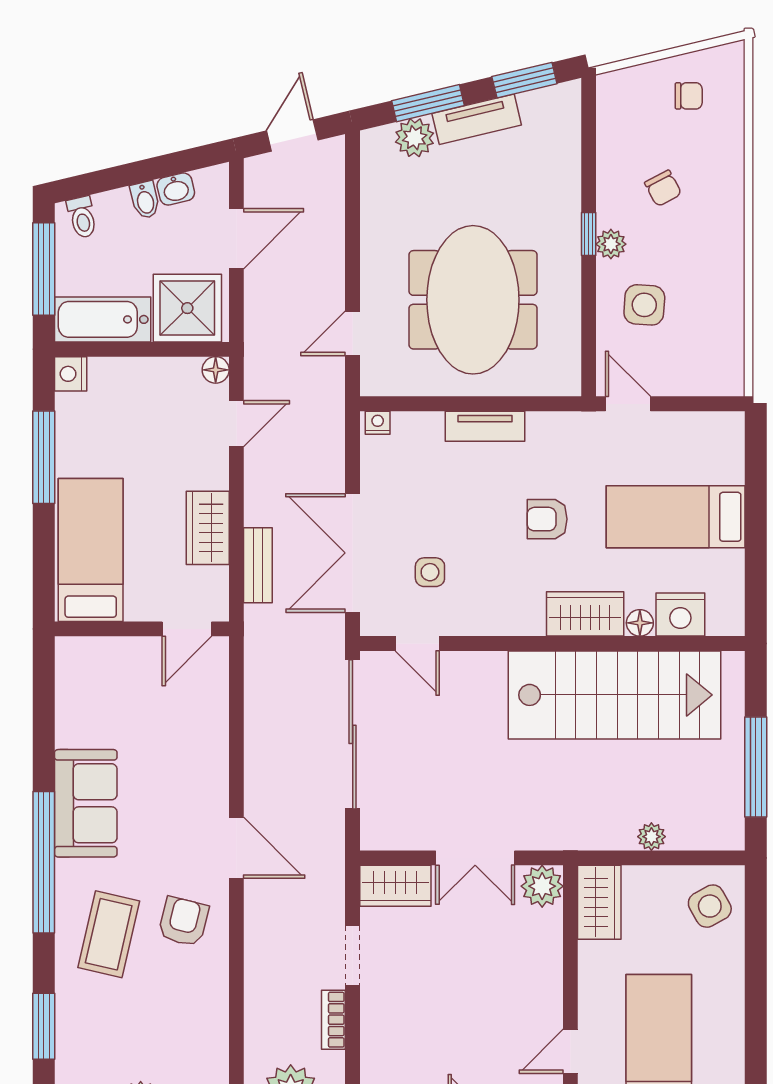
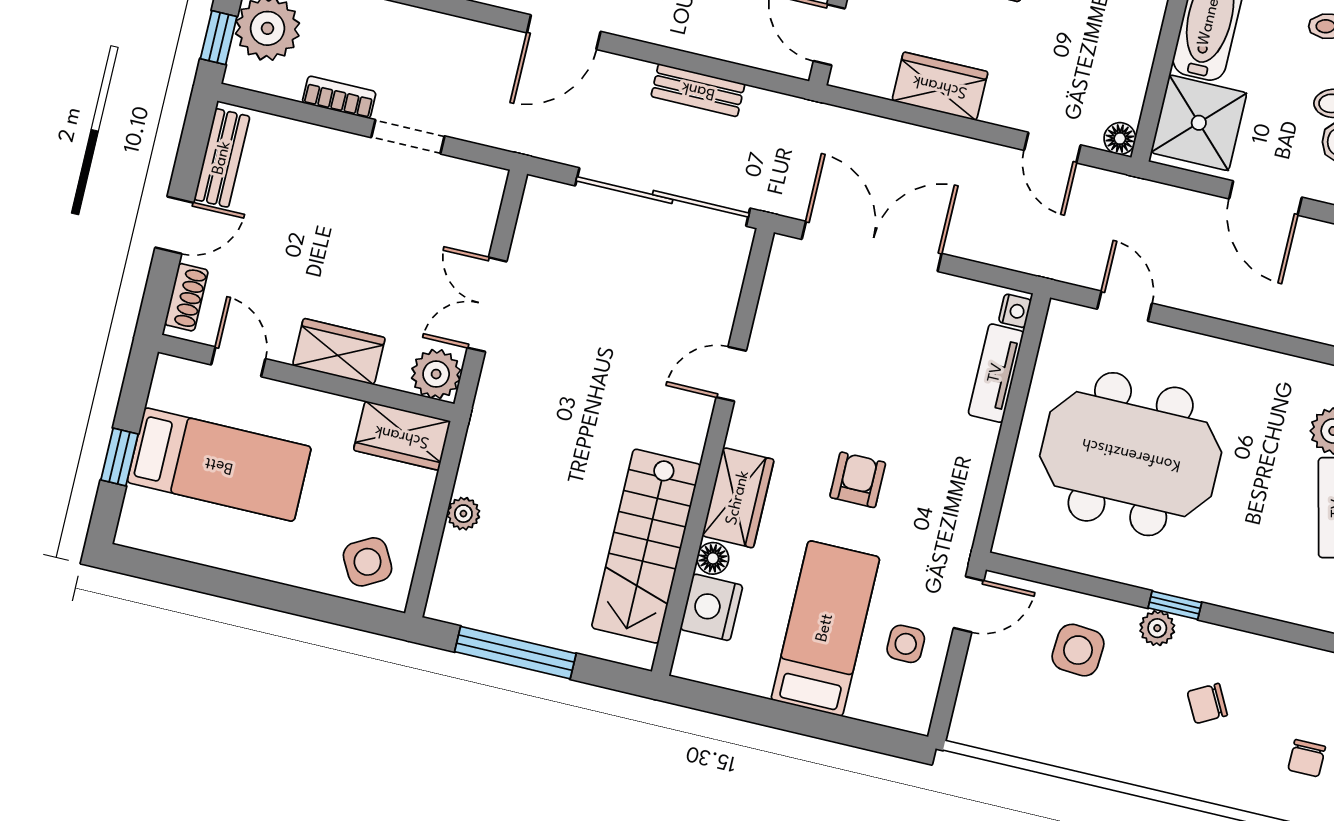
tv unit: (485, 426) -> (996, 373), moved
bench: (258, 565) -> (698, 90), moved
side table: (430, 572) -> (906, 644), moved
door: (417, 643) -> (731, 374), moved
stairs: (614, 695) -> (646, 546), width x0.73, depth x0.66
wardrobe: (395, 886) -> (339, 352), moved, turned 90

